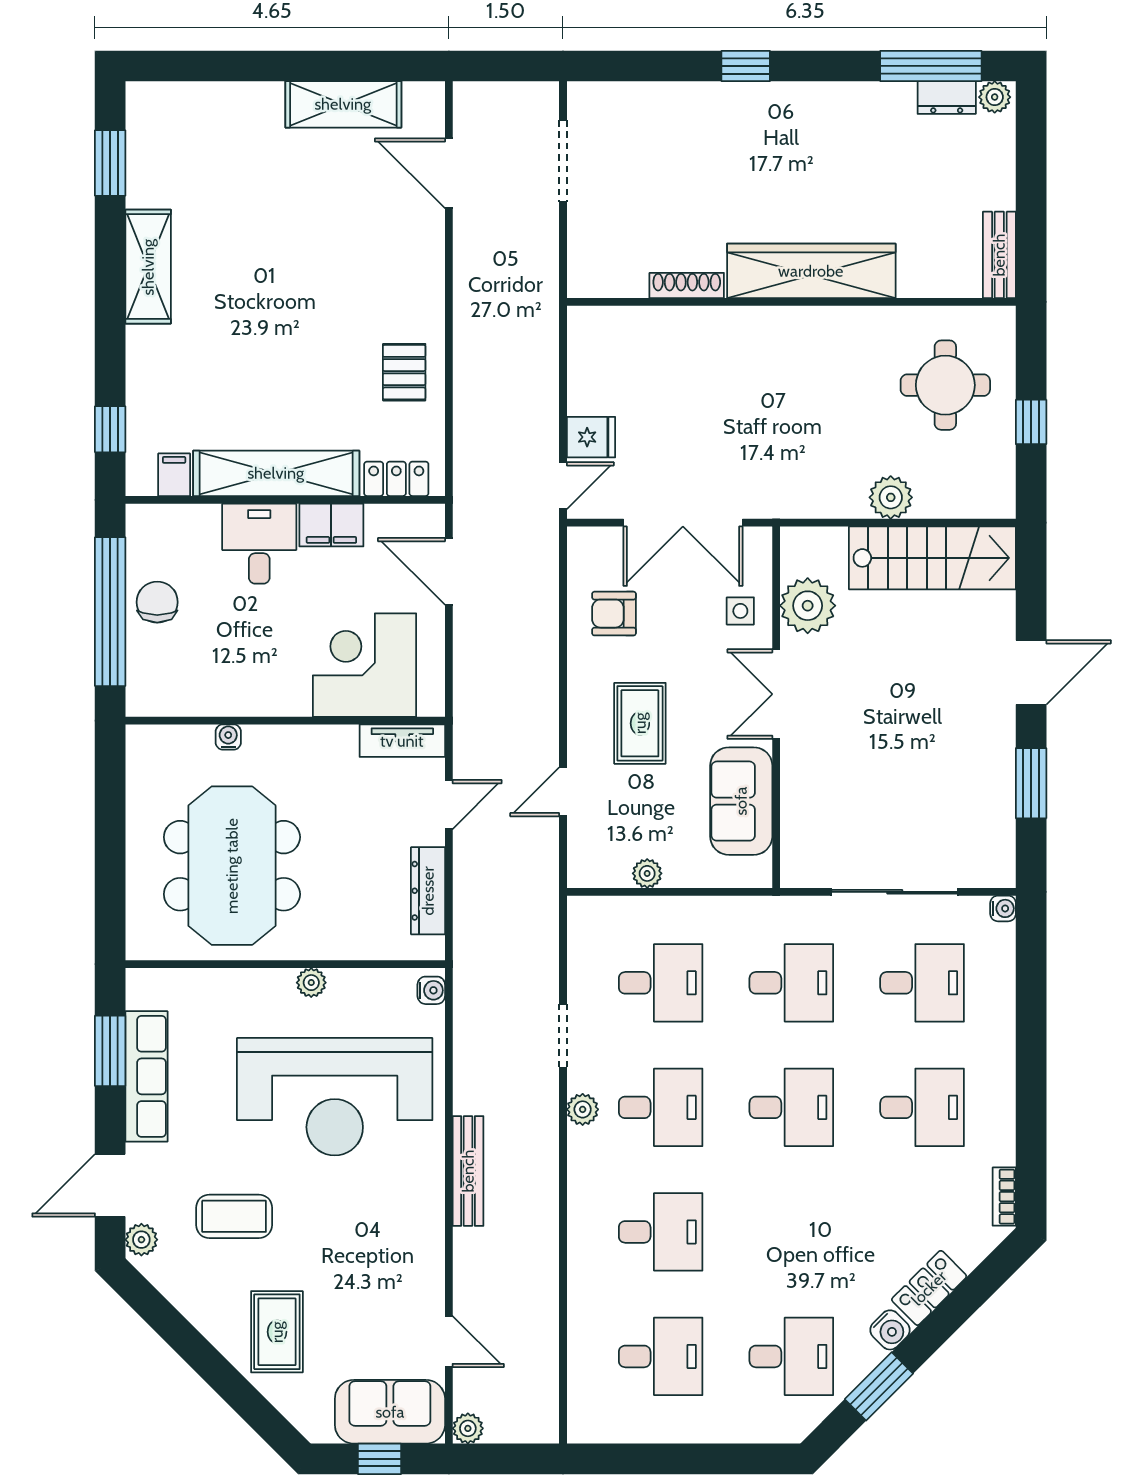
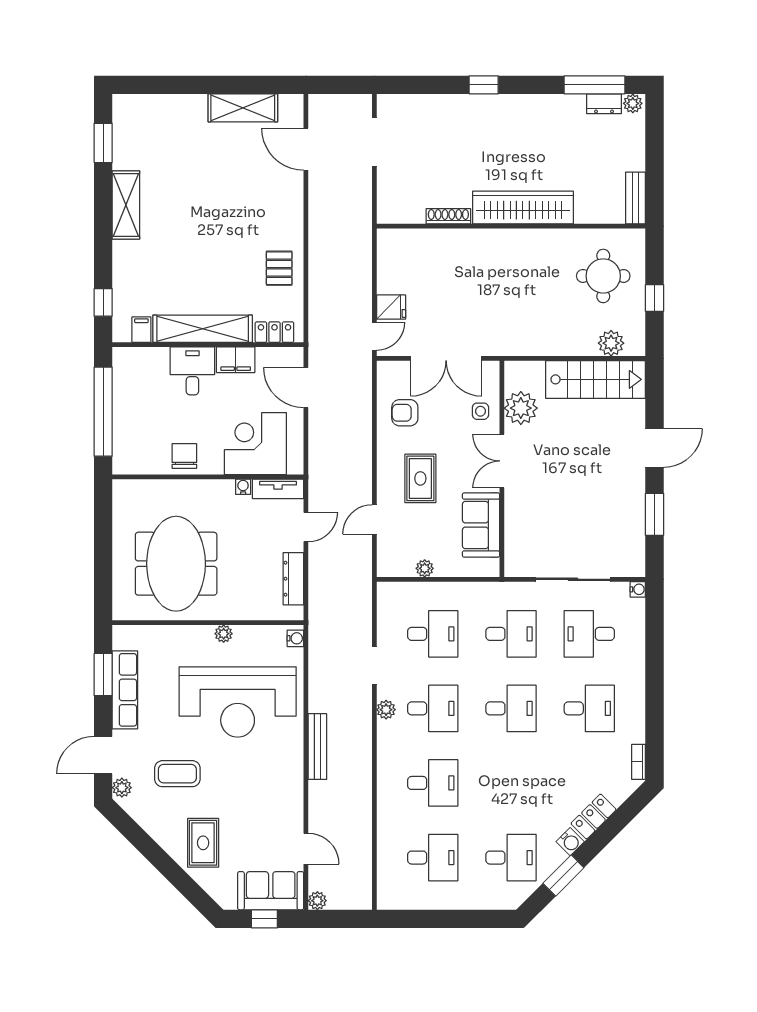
plant: (891, 497) -> (611, 343), moved
chair: (157, 602) -> (184, 456), moved
water cooler: (228, 737) -> (243, 487), moved
desk: (922, 983) -> (589, 634), turned 180

